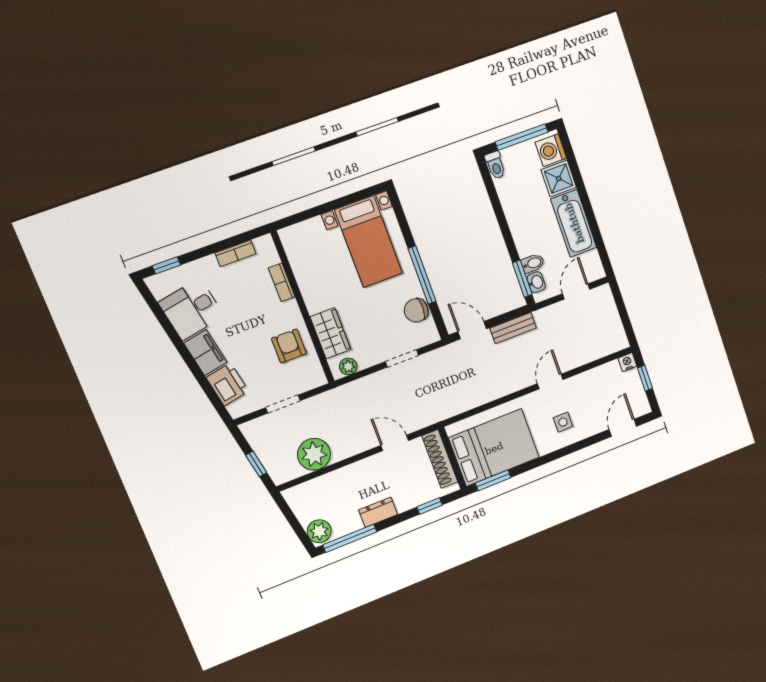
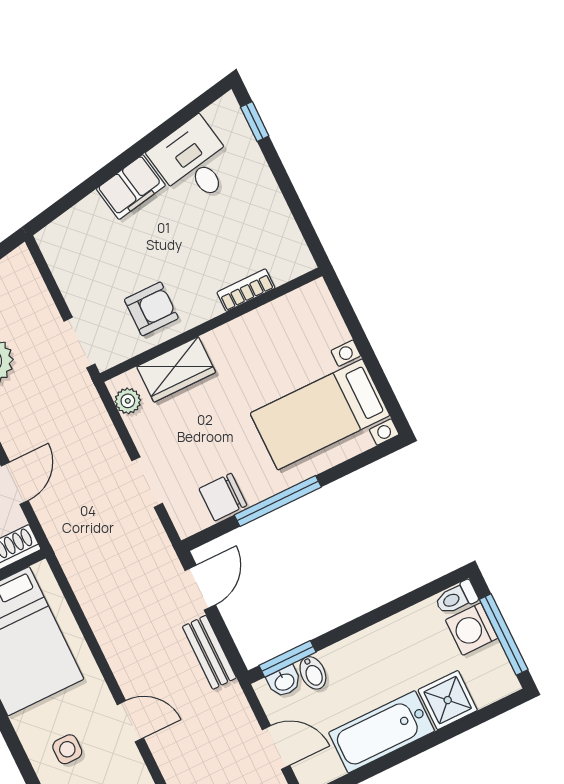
washing machine: (551, 150) -> (472, 629), moved, turned -90
bookcase: (236, 253) -> (282, 219), removed
chair: (416, 310) -> (223, 497), turned -90
printer: (227, 384) -> (86, 223), removed
doorway: (283, 404) -> (79, 343), moved

